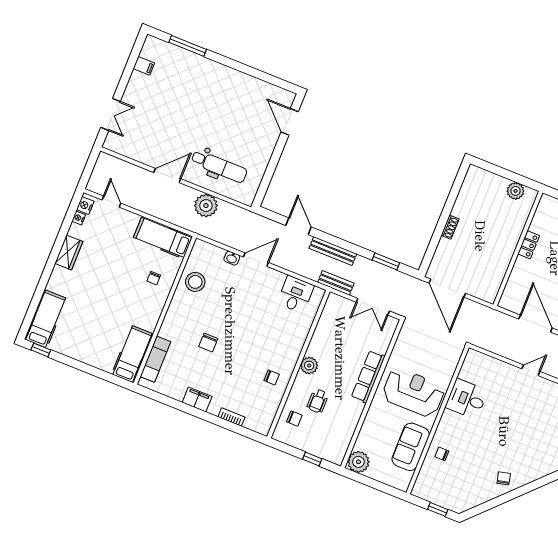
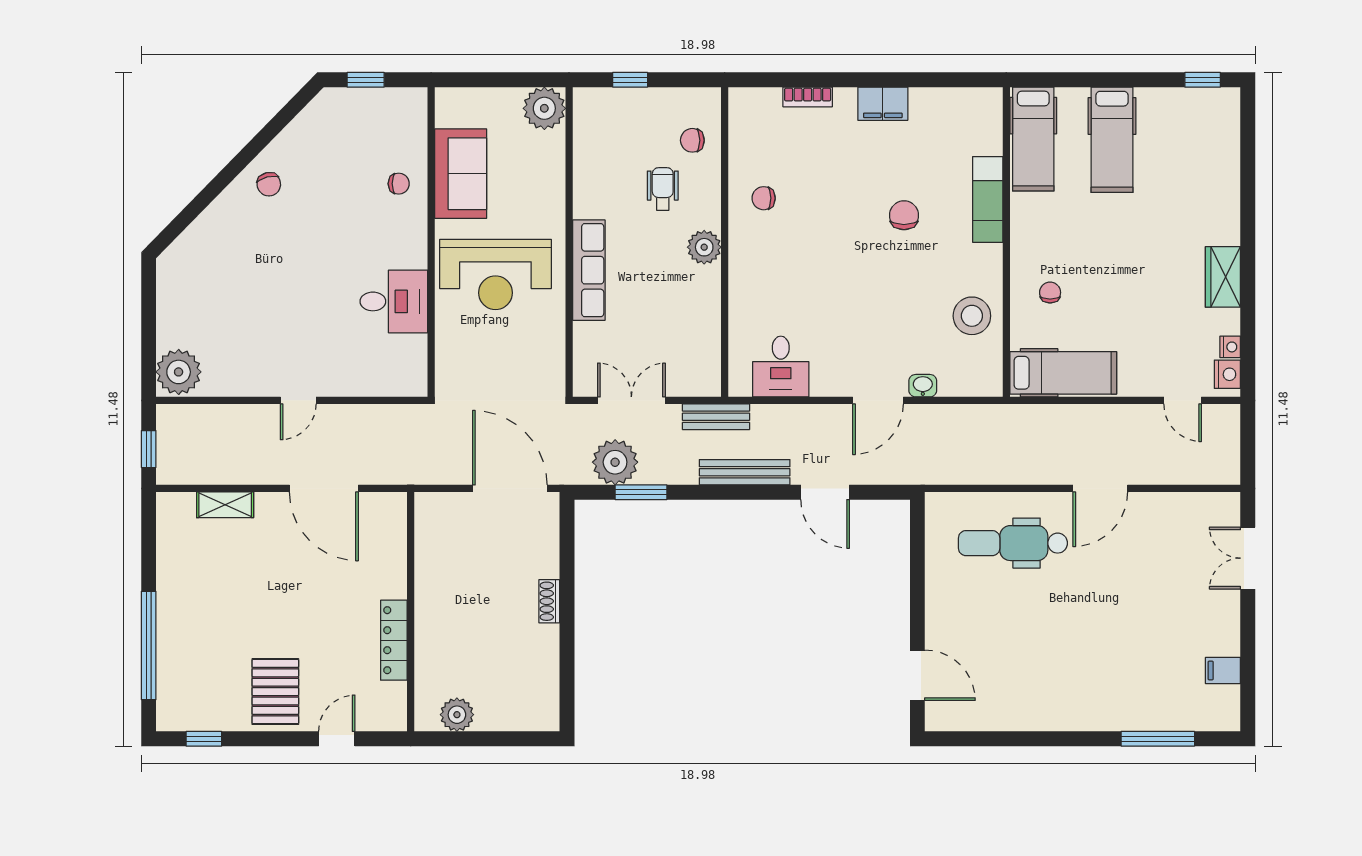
plant: (206, 206) -> (615, 462), moved
locker: (529, 245) -> (394, 640), width x1.53
hospital bed: (46, 319) -> (1112, 140), moved
exam couch: (155, 359) -> (988, 200), moved

